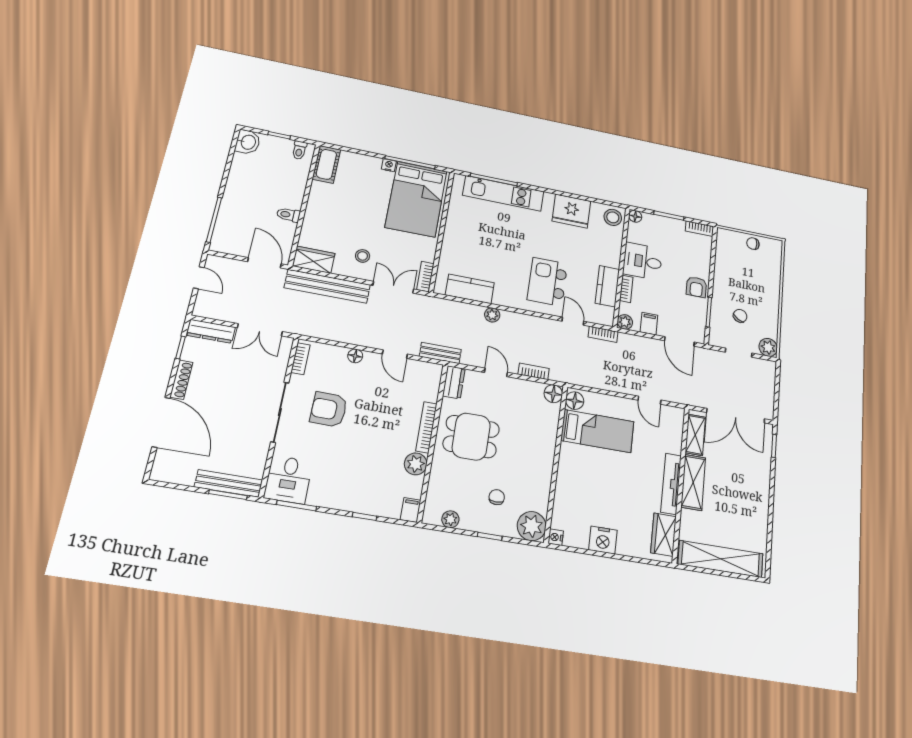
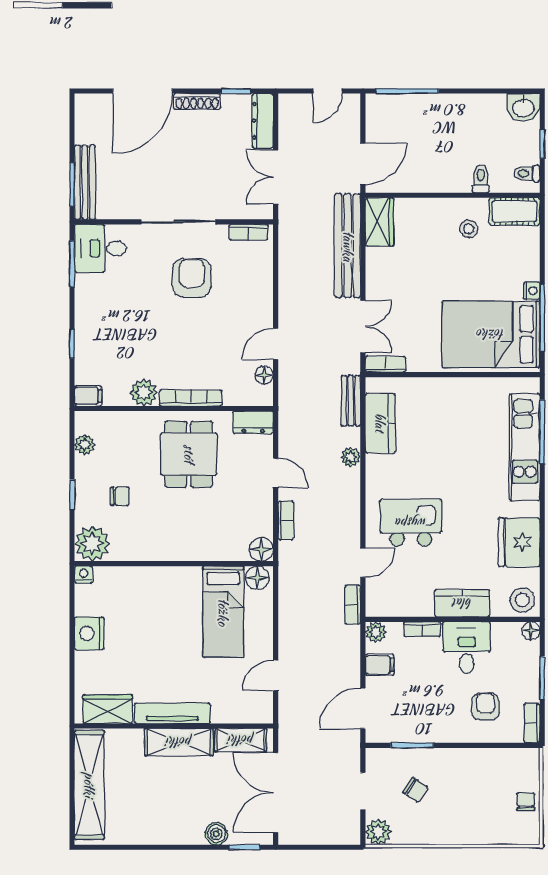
toilet: (288, 215) -> (481, 179), moved
stool: (363, 256) -> (469, 229), moved
kitchen counter: (607, 286) -> (462, 603), moved
armchair: (696, 287) -> (485, 707), moved, turned 90
bench: (440, 353) -> (351, 401), moved
floor lamp: (355, 356) -> (264, 375), moved
door: (496, 372) -> (276, 473), hinge flipped
boiler: (763, 465) -> (216, 834), added

